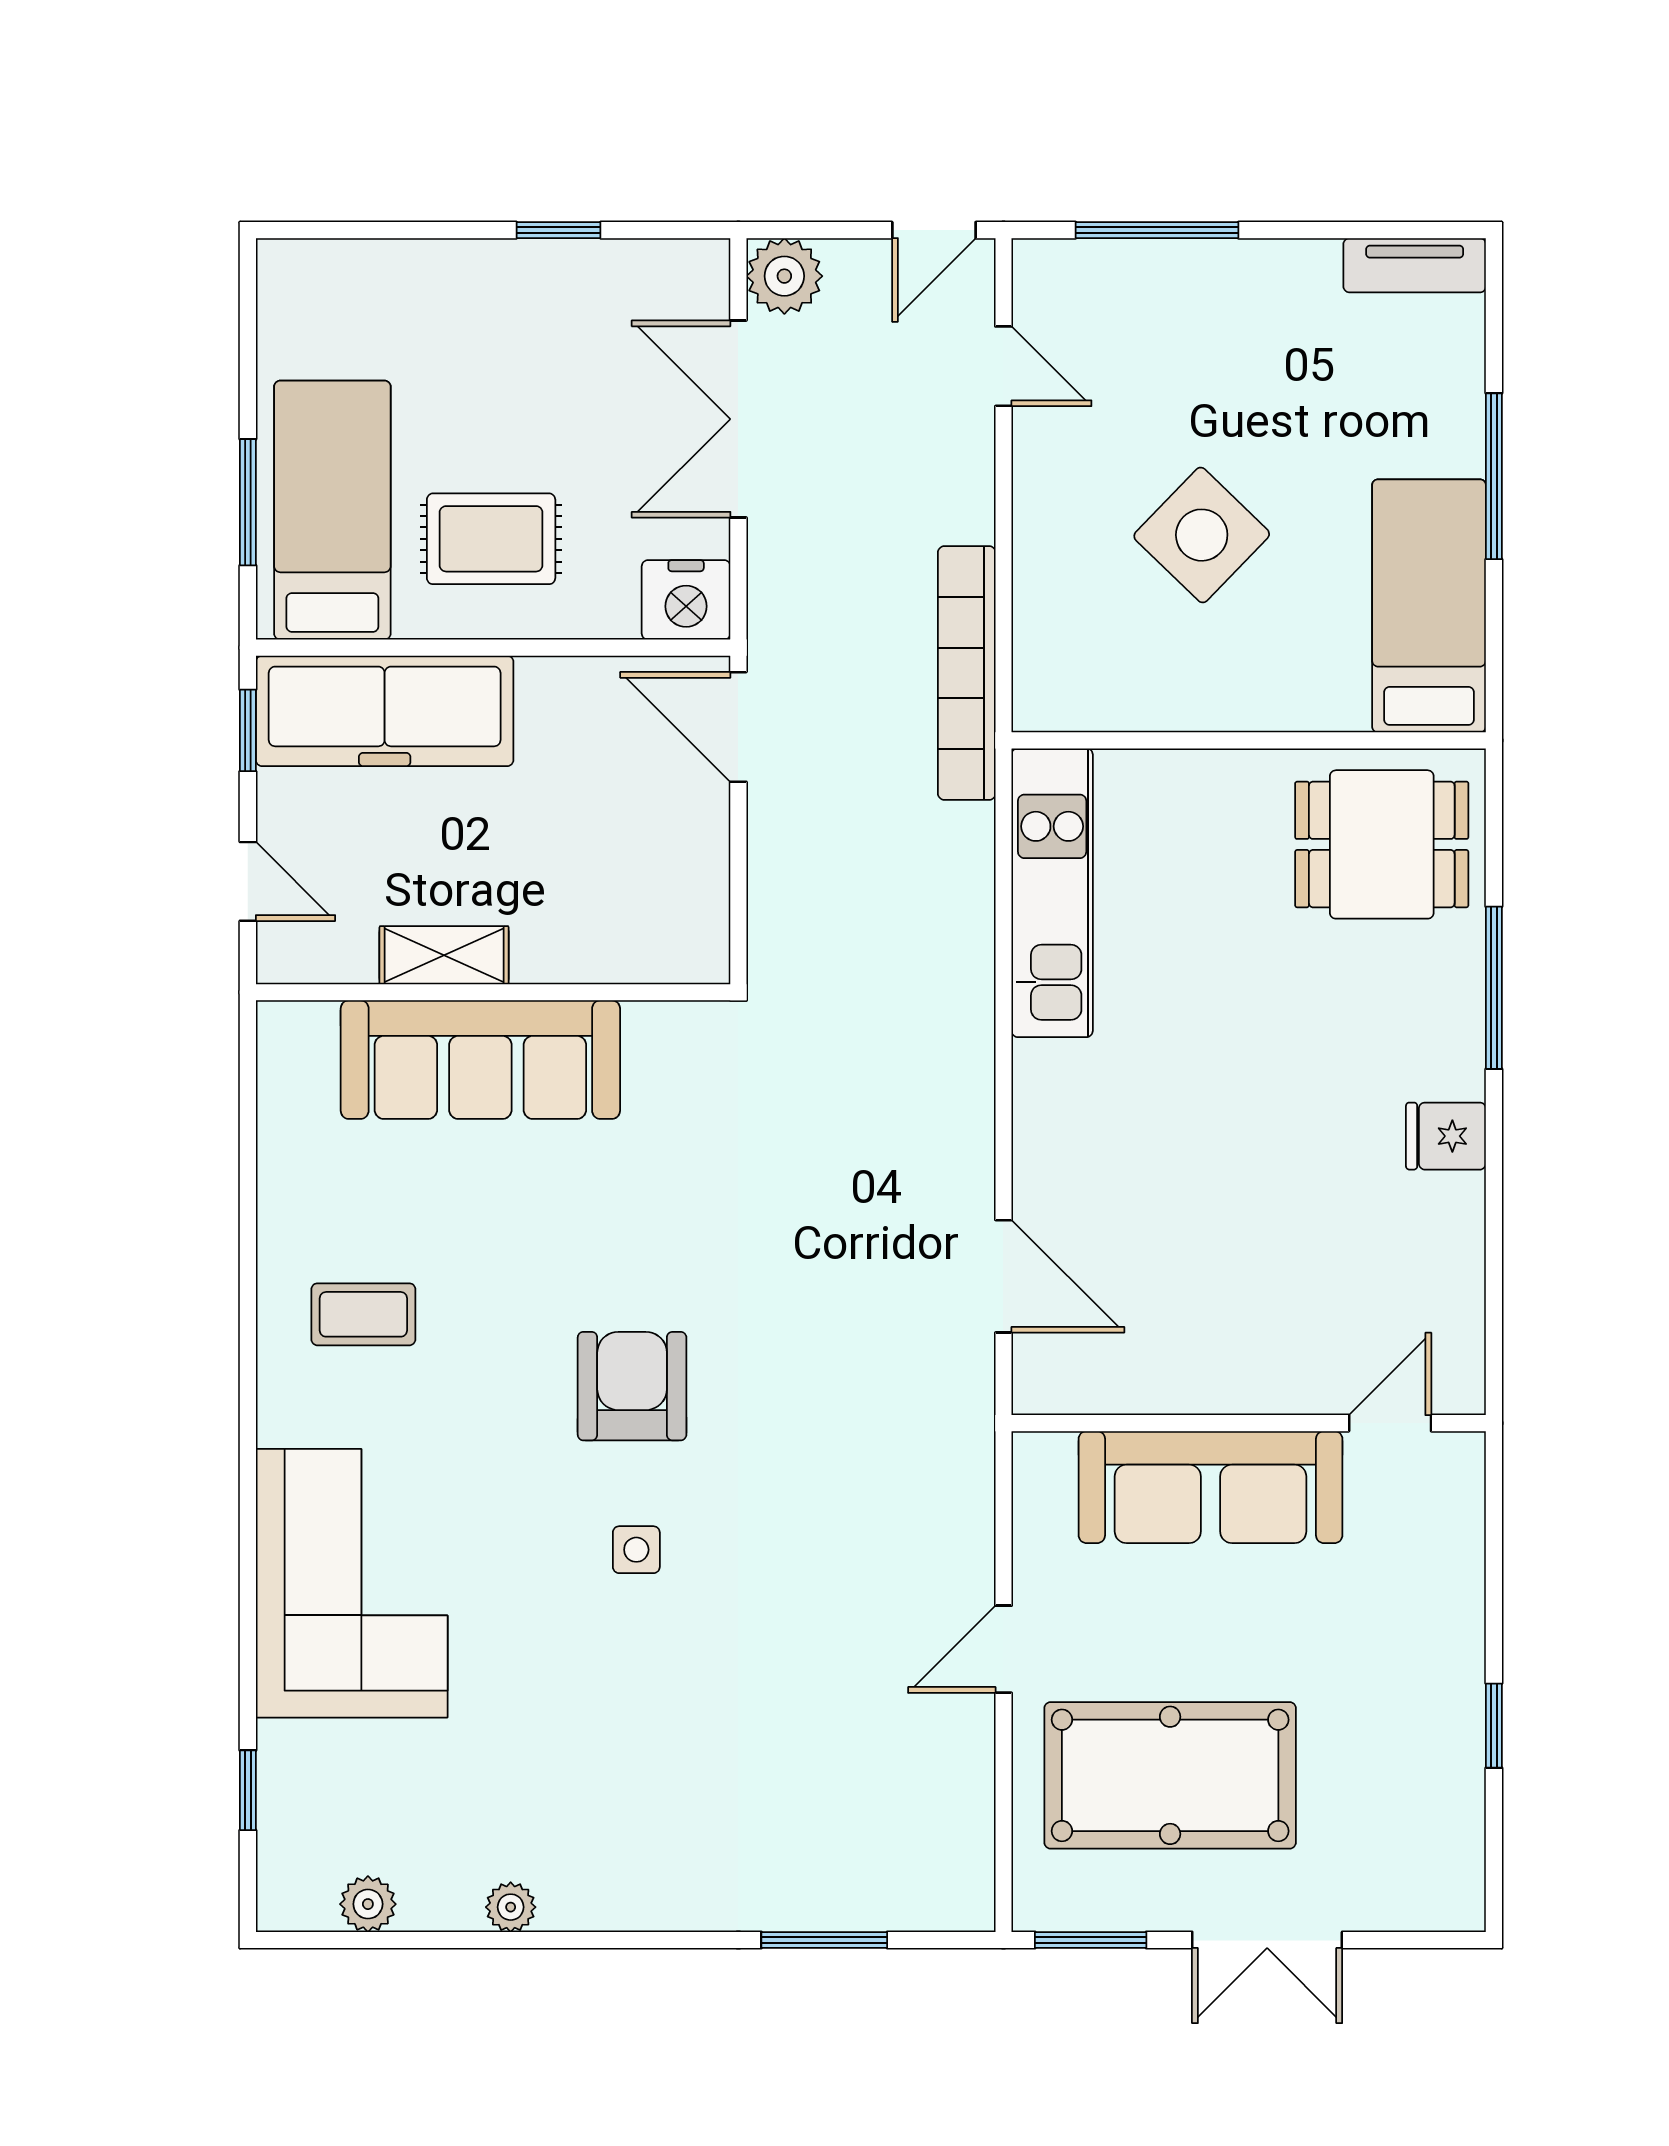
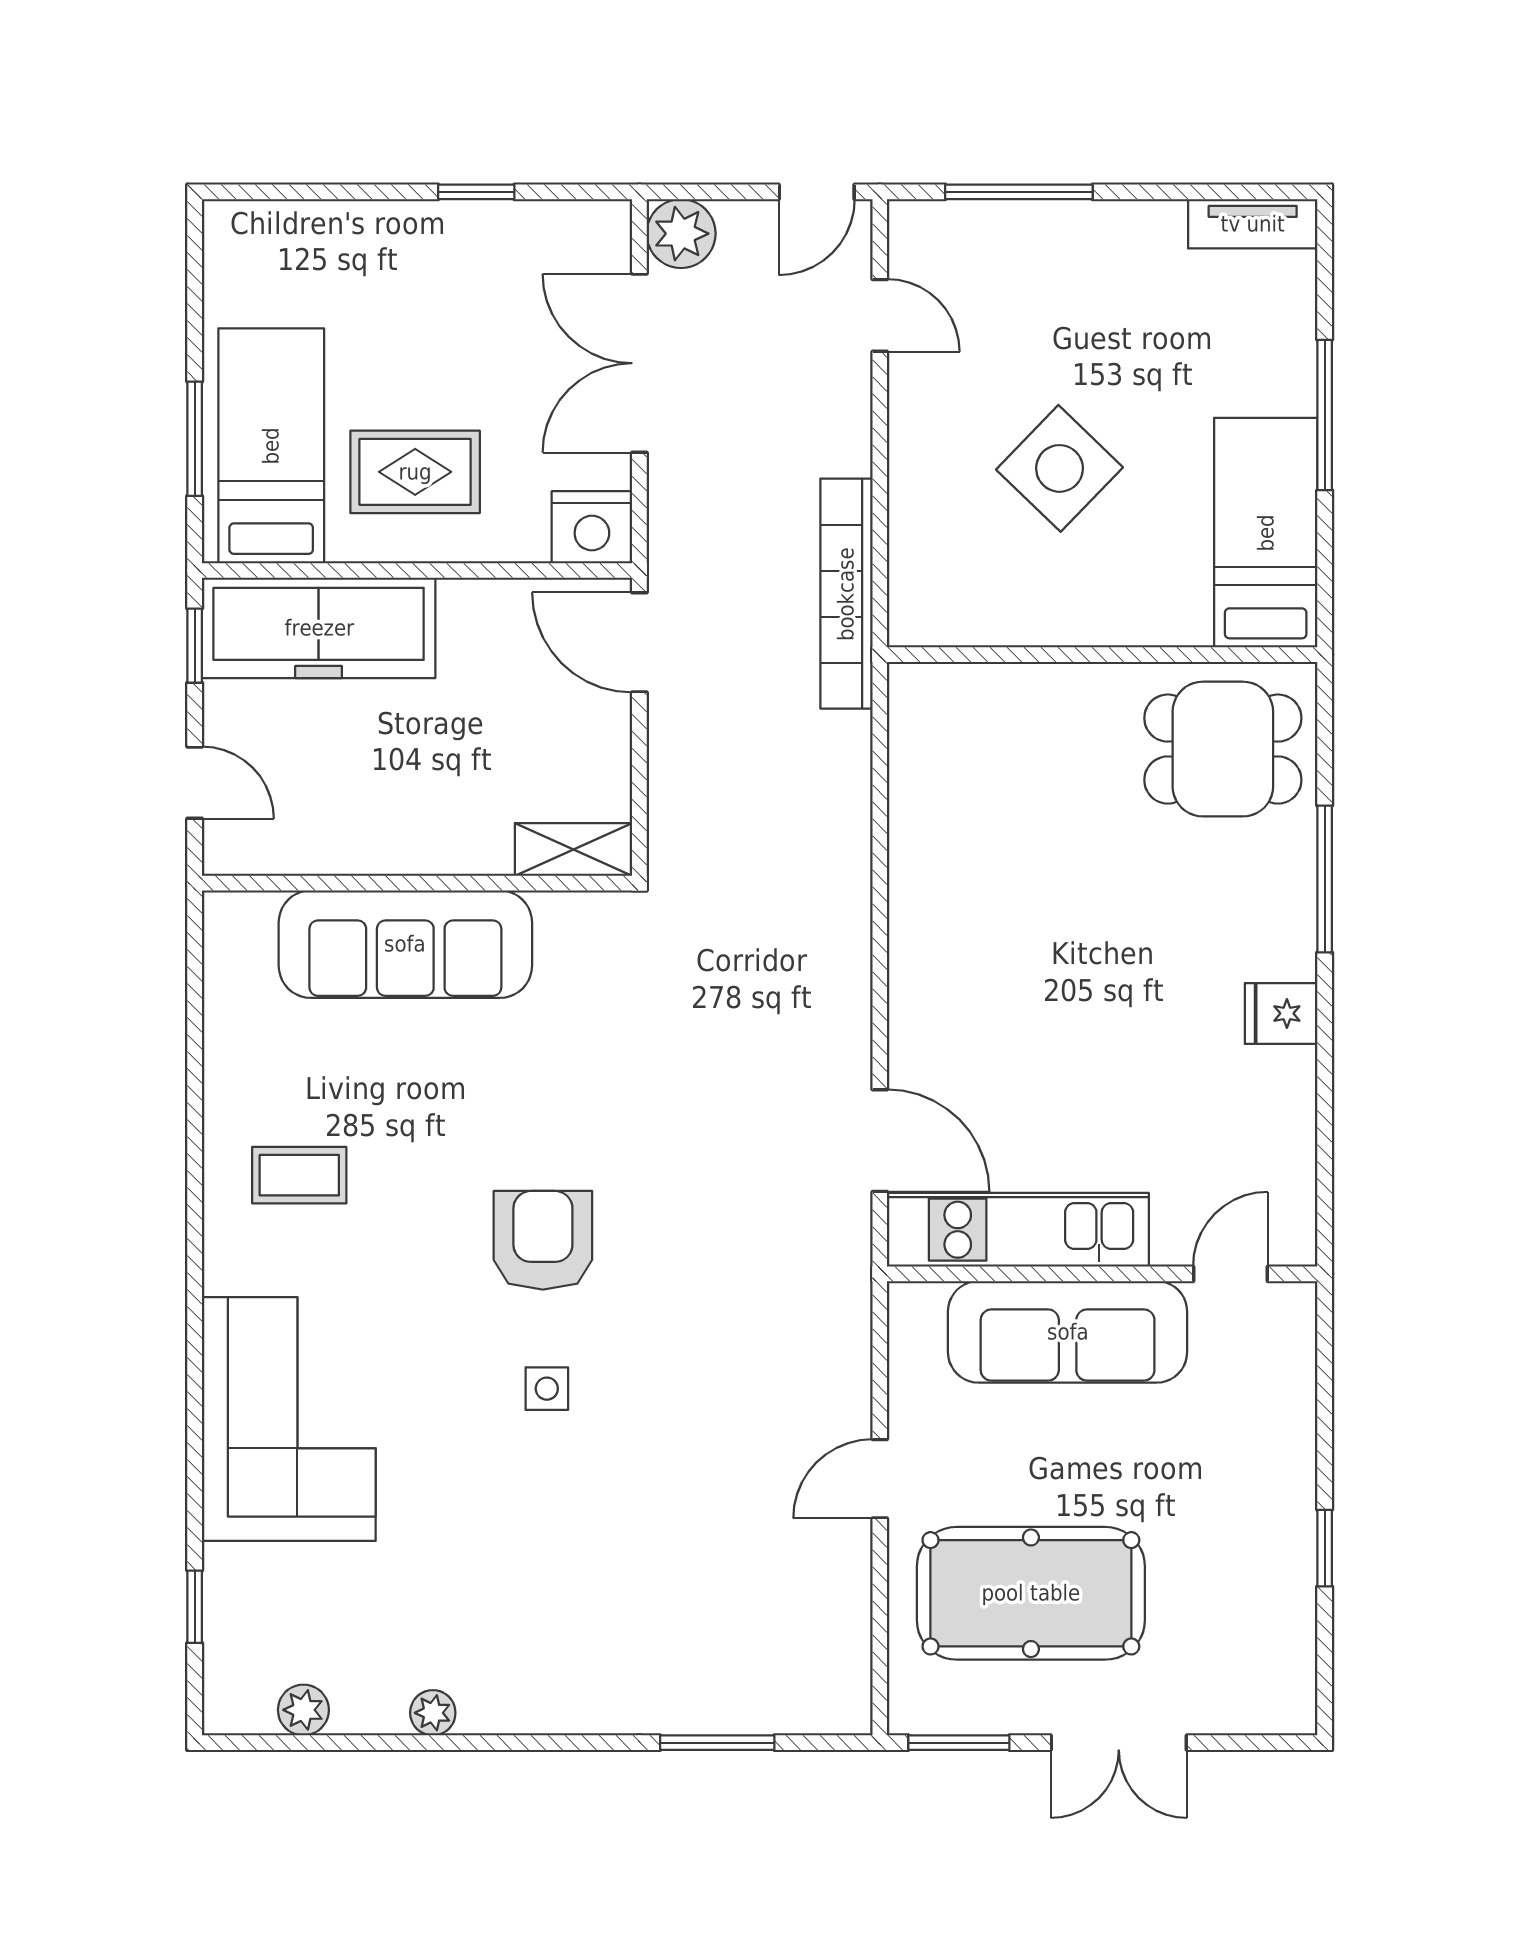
kitchen unit: (1052, 893) -> (1018, 1230), moved, turned -90
shelving: (444, 955) -> (573, 849), moved

